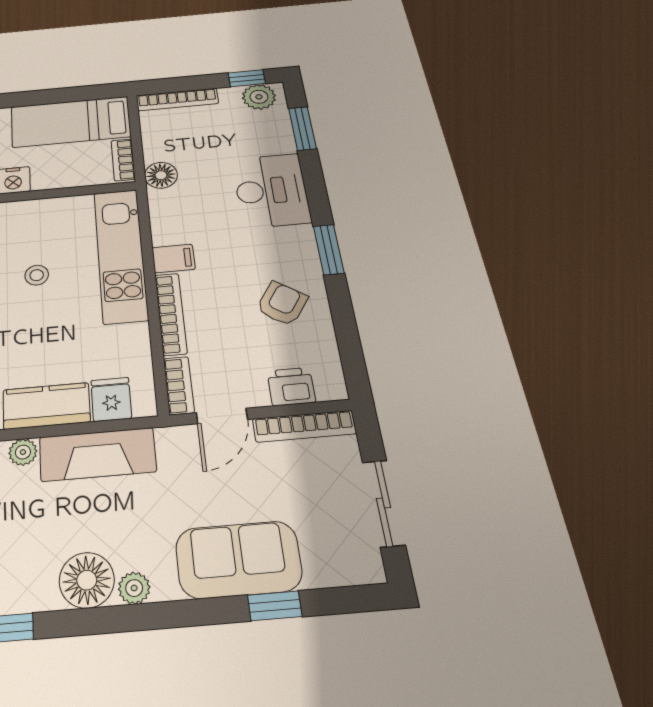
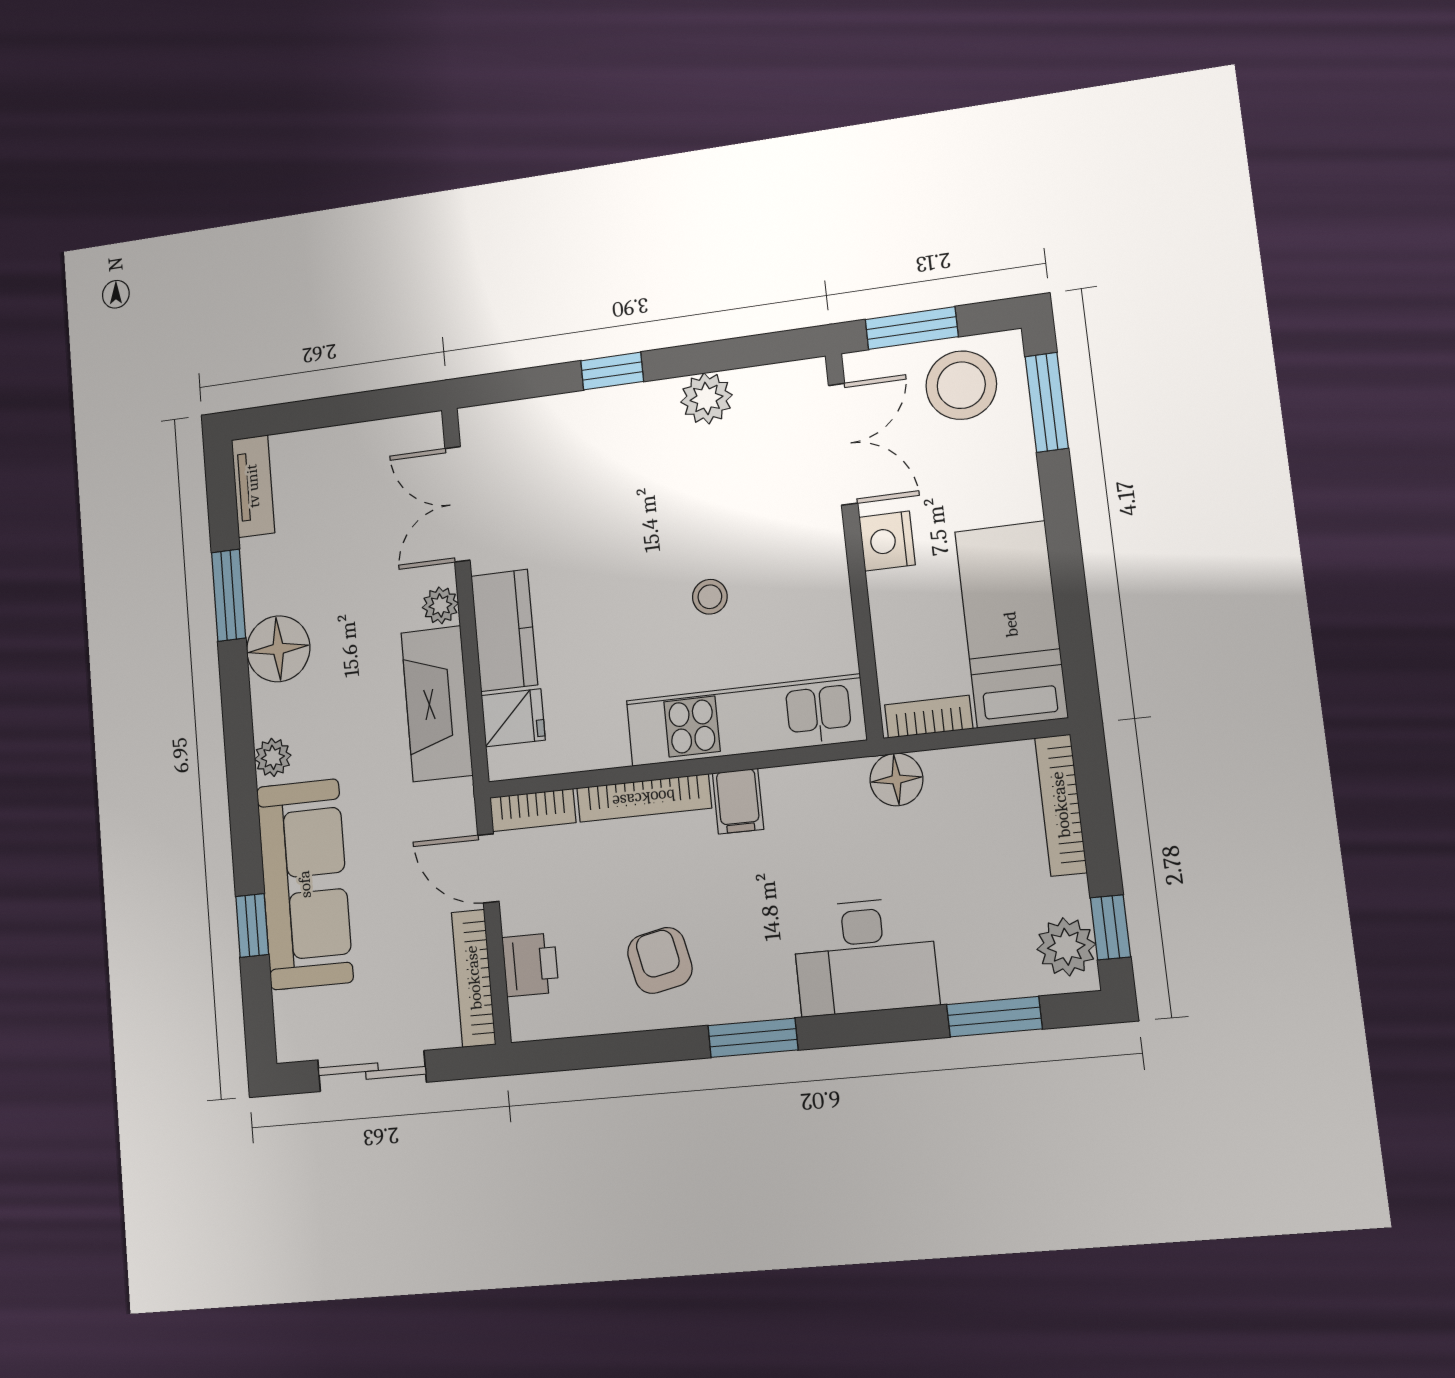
armchair: (282, 304) -> (660, 960), turned -136
sofa: (238, 559) -> (305, 884), width x1.36
floor lamp: (87, 580) -> (278, 649), moved

